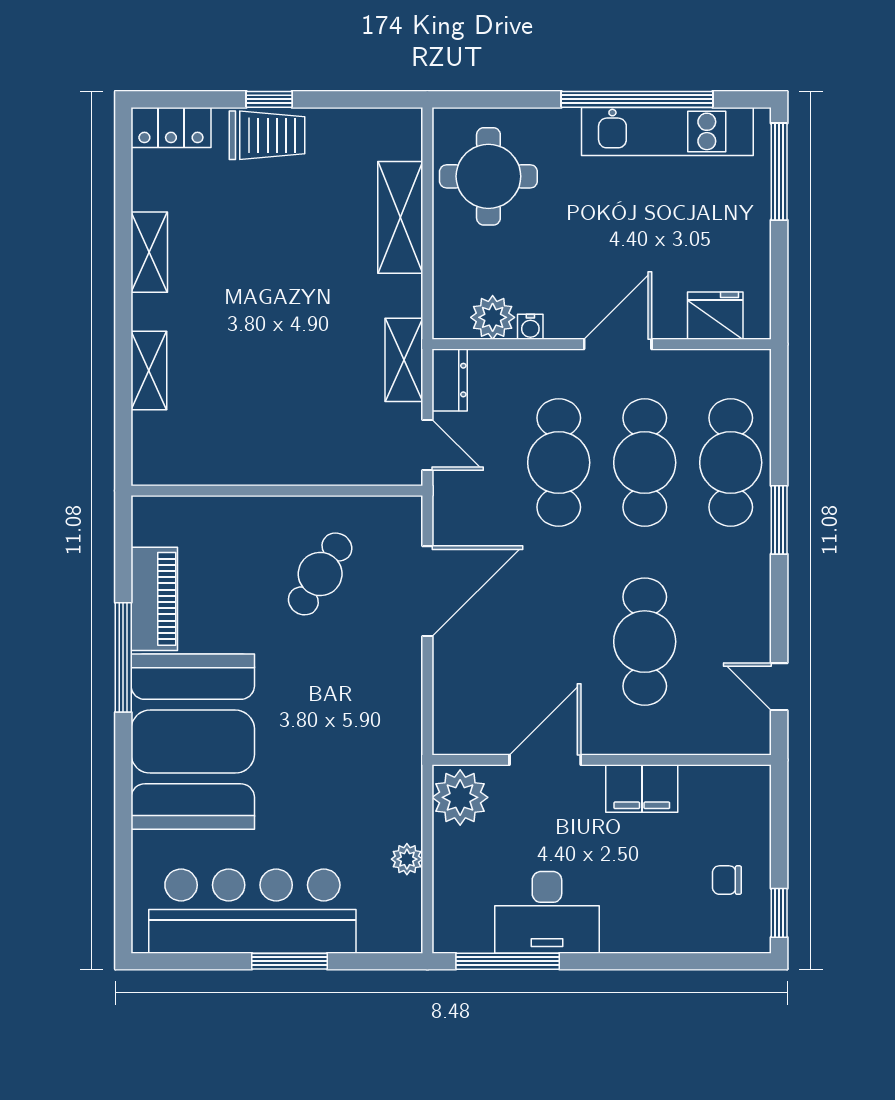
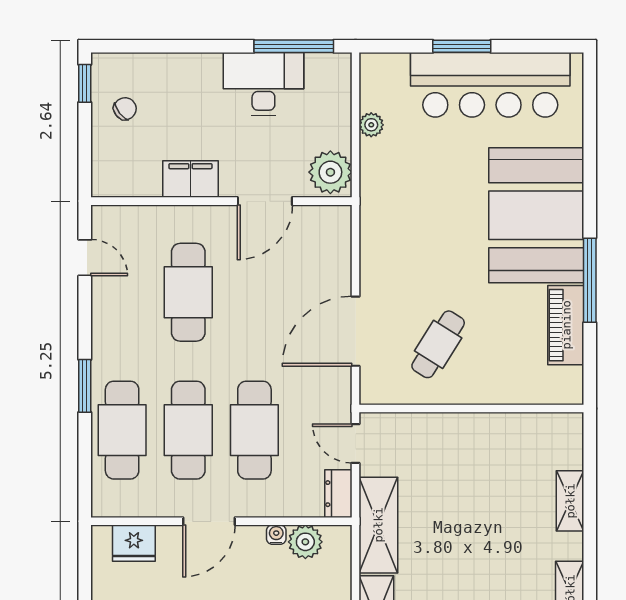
shelving: (404, 360) -> (378, 525), width x1.50, depth x1.33
chair: (727, 880) -> (125, 109), turned -38

